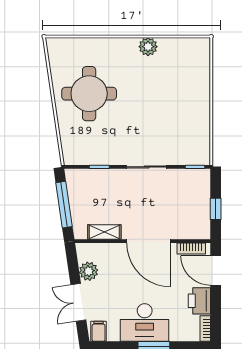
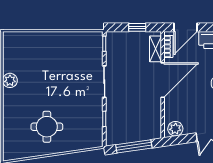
round table: (89, 94) -> (47, 127), width x0.73, depth x0.73
shelving: (104, 232) -> (155, 49), moved
plant: (89, 271) -> (175, 129), moved

